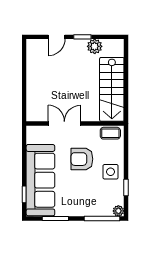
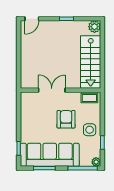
door: (57, 37) -> (32, 19), moved
plant: (95, 46) -> (94, 27), moved
armchair: (82, 159) -> (66, 119), turned 90
sofa: (40, 180) -> (50, 155), moved, turned -90

